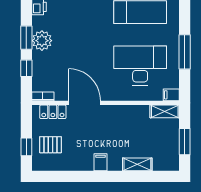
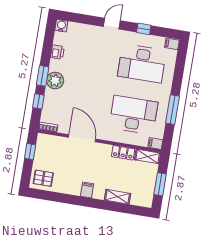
locker: (53, 112) -> (123, 153), moved
pallet: (50, 145) -> (43, 178), moved
window: (26, 147) -> (30, 152), moved

